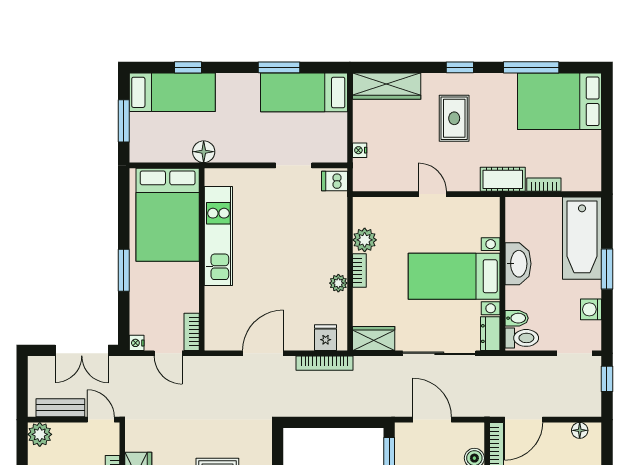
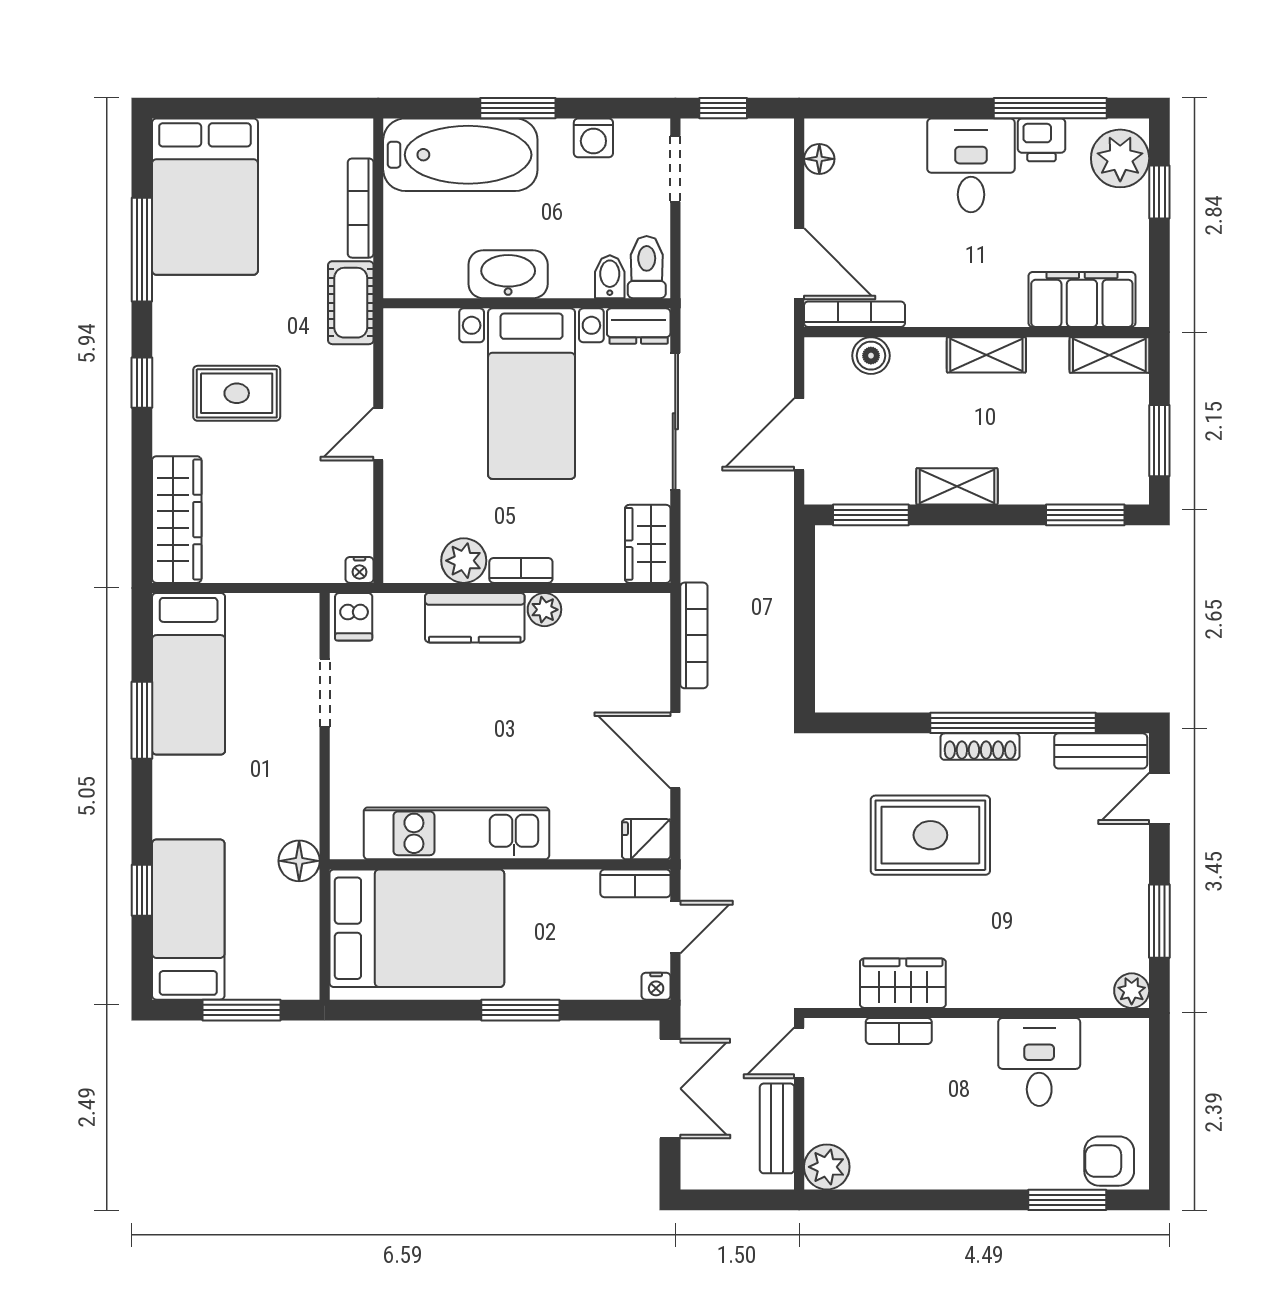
nightstand: (360, 150) -> (360, 570), moved
bookcase: (544, 185) -> (361, 208), width x1.56
kitchen counter: (334, 246) -> (475, 618), added
fridge: (326, 338) -> (646, 839), moved

